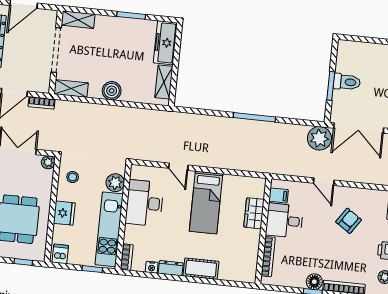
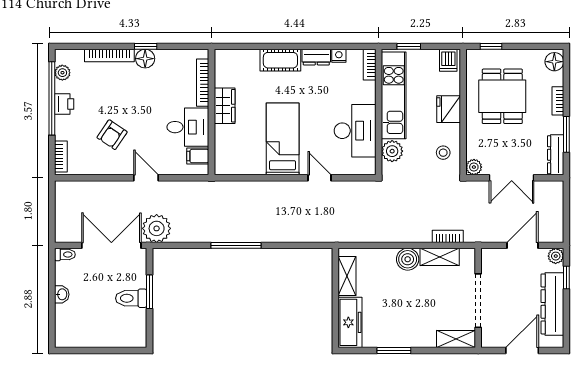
shelving: (71, 89) -> (440, 257), moved
bookcase: (42, 103) -> (448, 236), moved
wardrobe: (254, 213) -> (225, 106), moved

